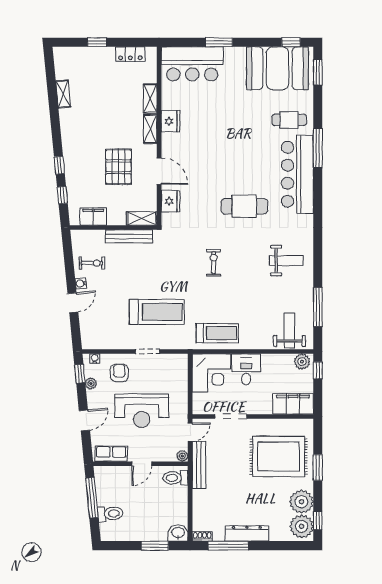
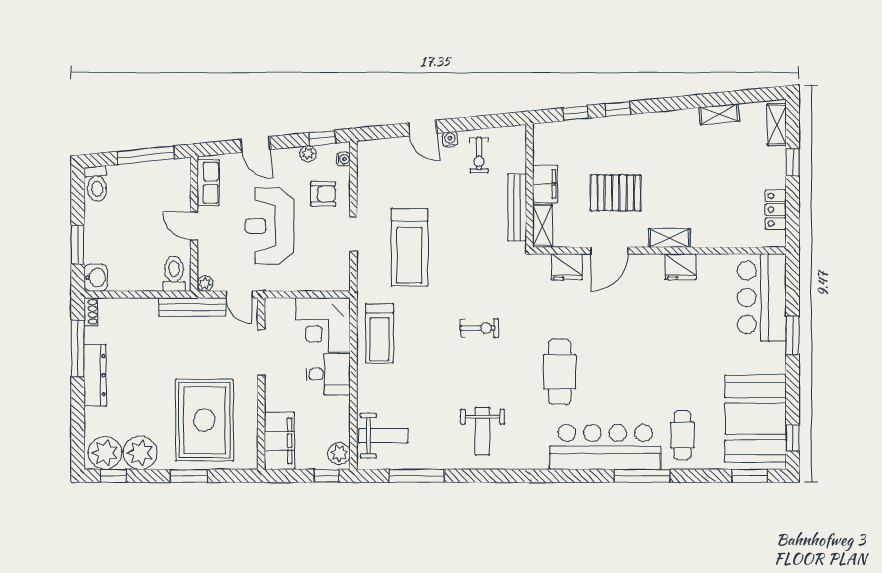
shelving: (150, 98) -> (777, 125), moved, turned 90
filing cabinet: (93, 217) -> (545, 184), moved
toilet: (110, 514) -> (97, 184), moved

